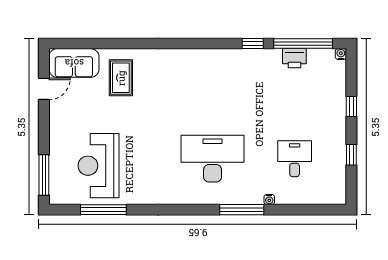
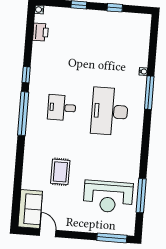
window: (303, 44) -> (23, 114), moved
printer: (294, 58) -> (40, 32), moved
rug: (121, 78) -> (60, 172), moved, turned 90
desk: (295, 159) -> (62, 108), moved

